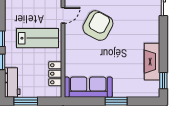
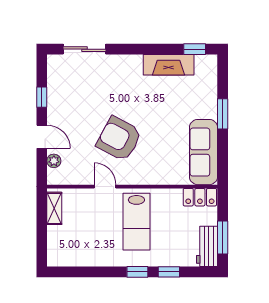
lab bench: (37, 38) -> (136, 222), turned 180
locker: (55, 74) -> (200, 197), moved
workbench: (12, 82) -> (207, 246), moved, turned -90

